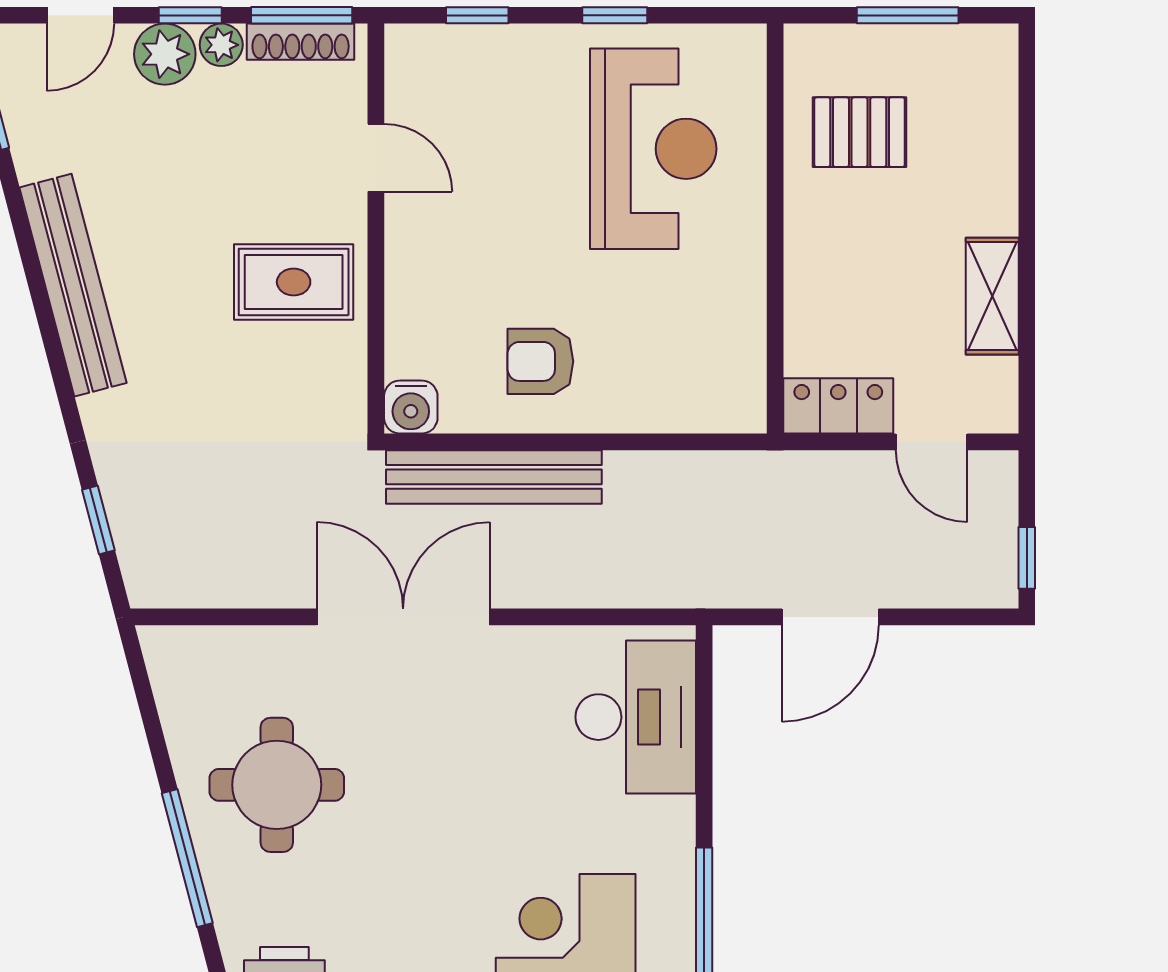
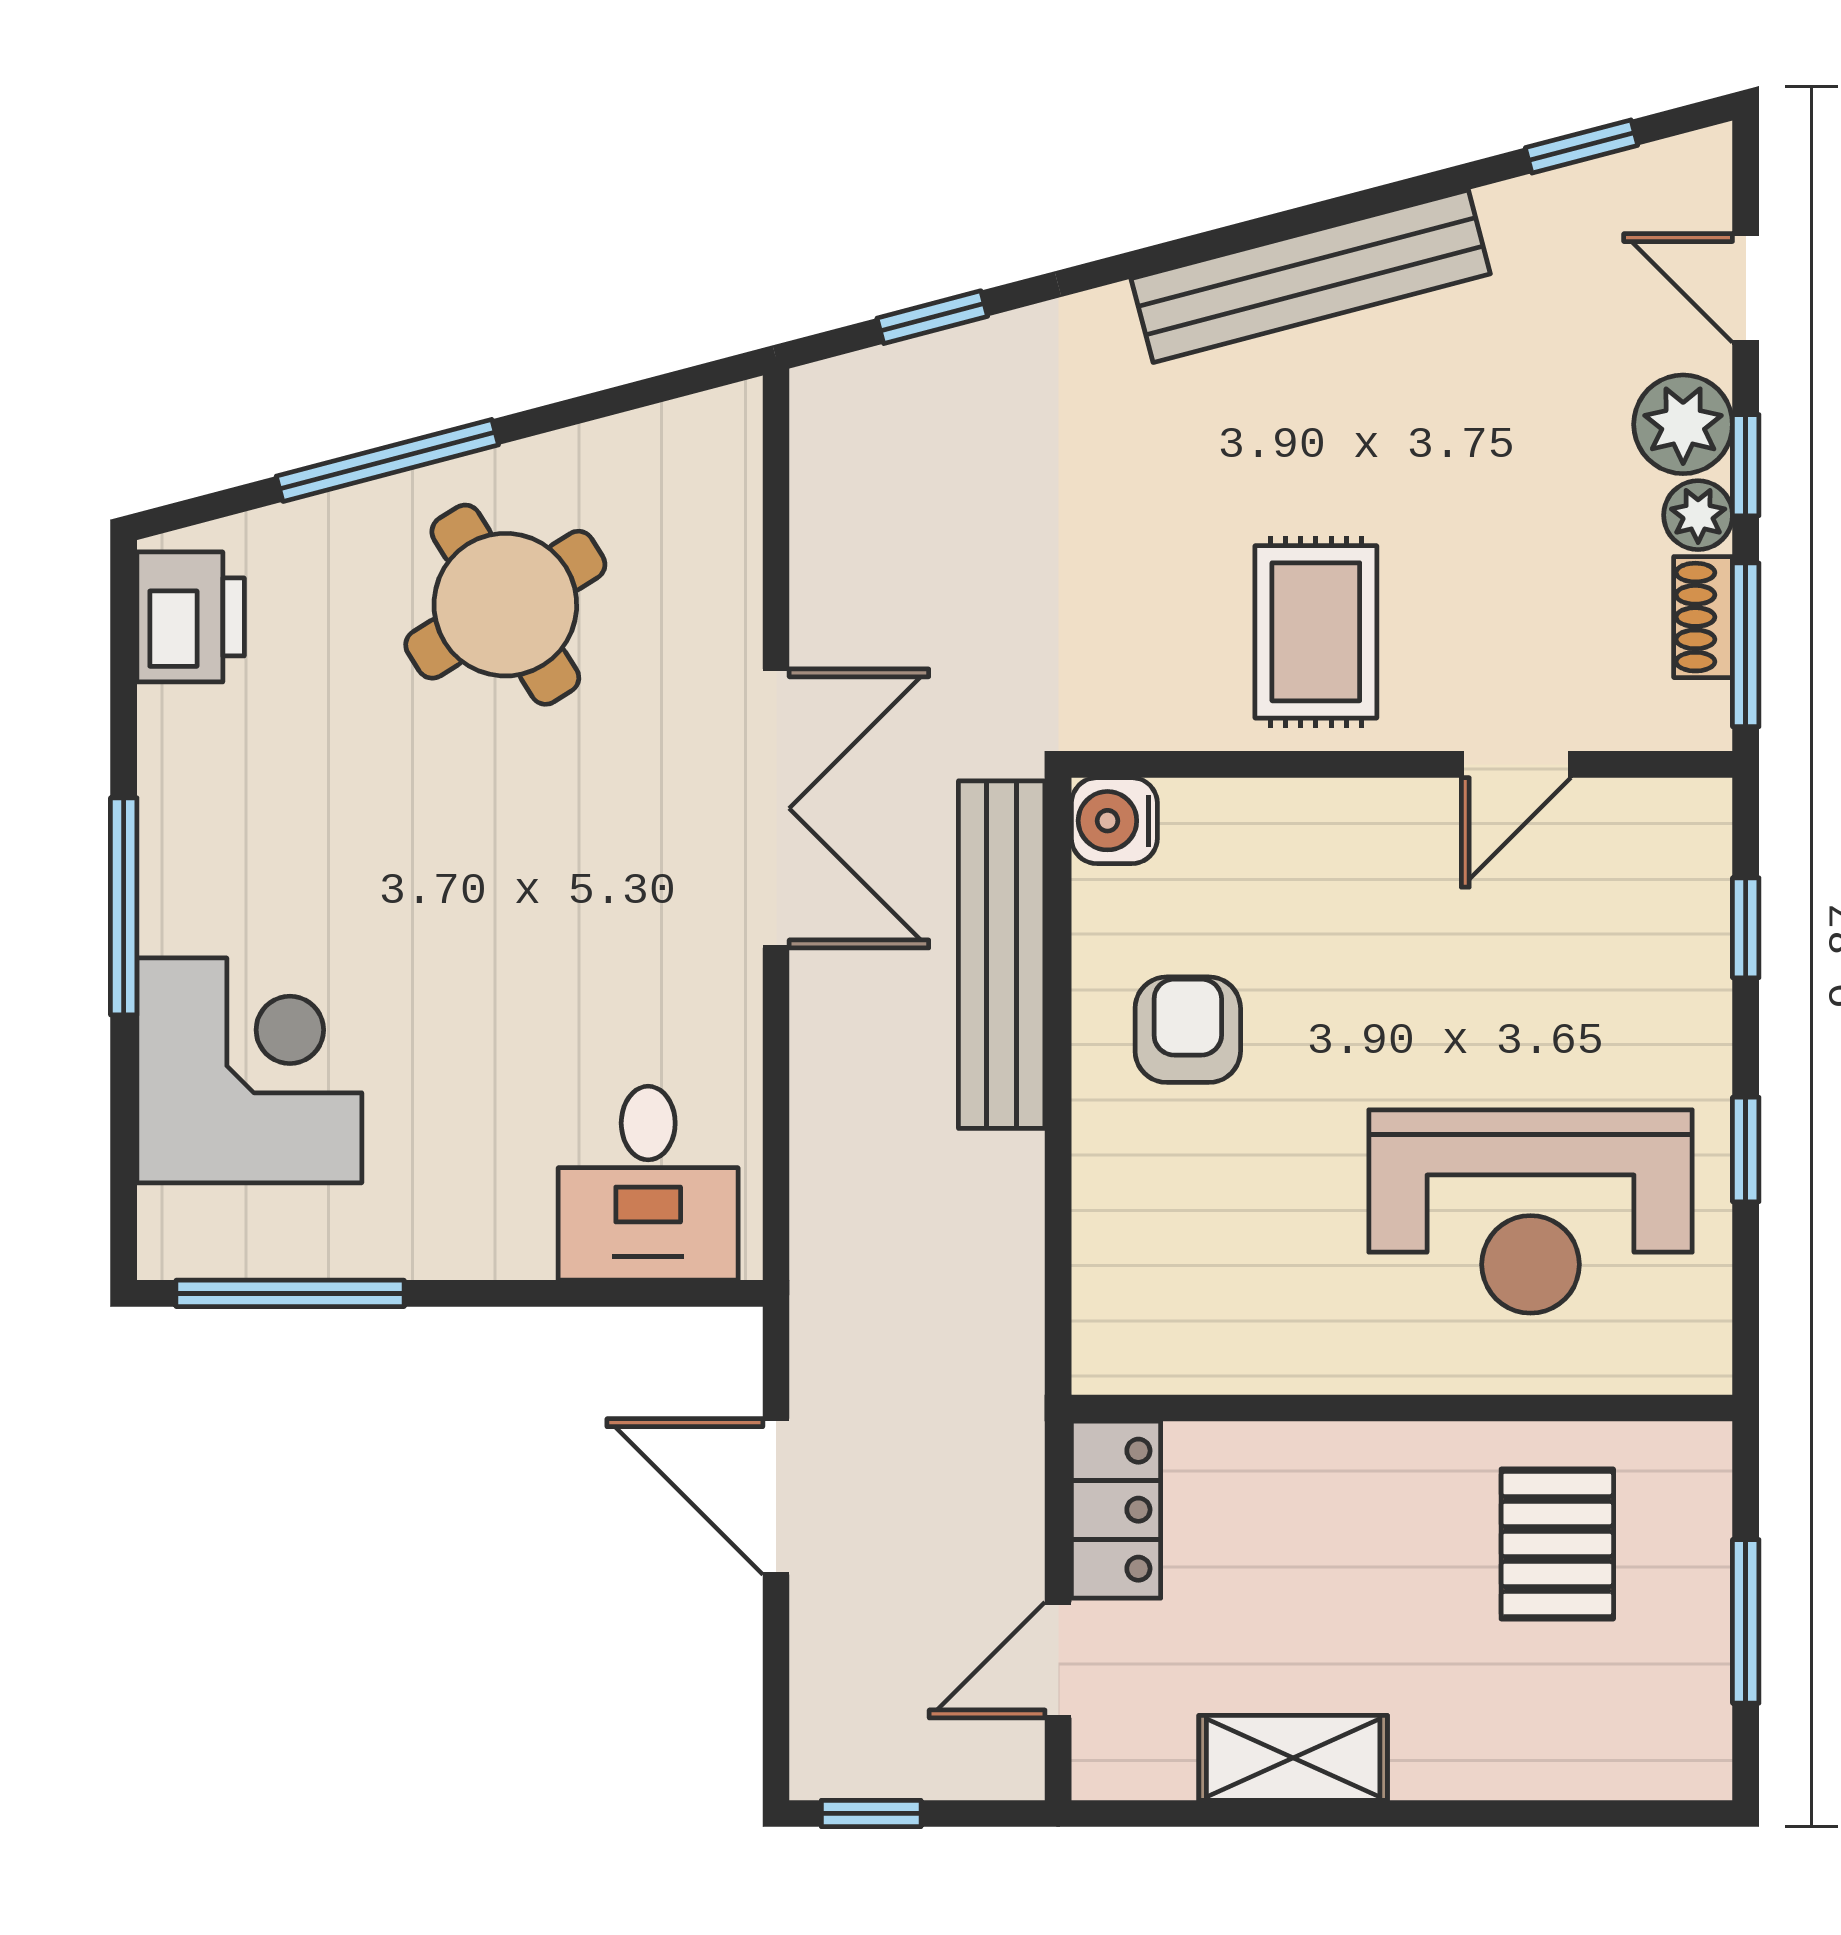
shoe rack: (301, 42) -> (1703, 617), width x0.70
desk: (636, 717) -> (648, 1183), width x0.73
round table: (277, 785) -> (505, 605), turned -32

